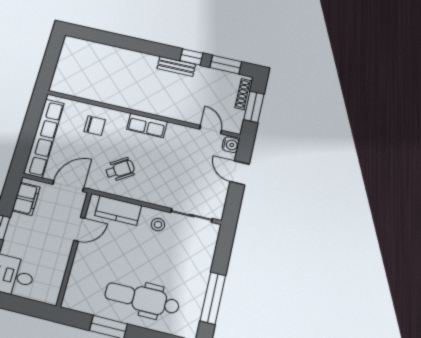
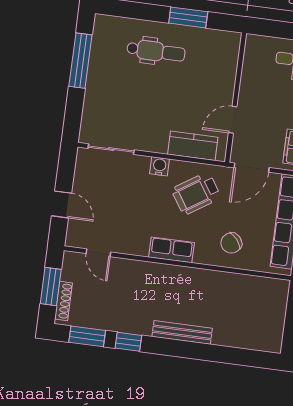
bench: (176, 66) -> (182, 332), moved, width x1.36
chair: (95, 126) -> (231, 243), turned -40
water cooler: (231, 145) -> (159, 166), moved, turned 90
wheelchair: (120, 169) -> (196, 194), width x1.36, depth x1.37
stool: (158, 225) -> (147, 135), removed
dental chair: (142, 299) -> (156, 51), width x0.73, depth x0.72

